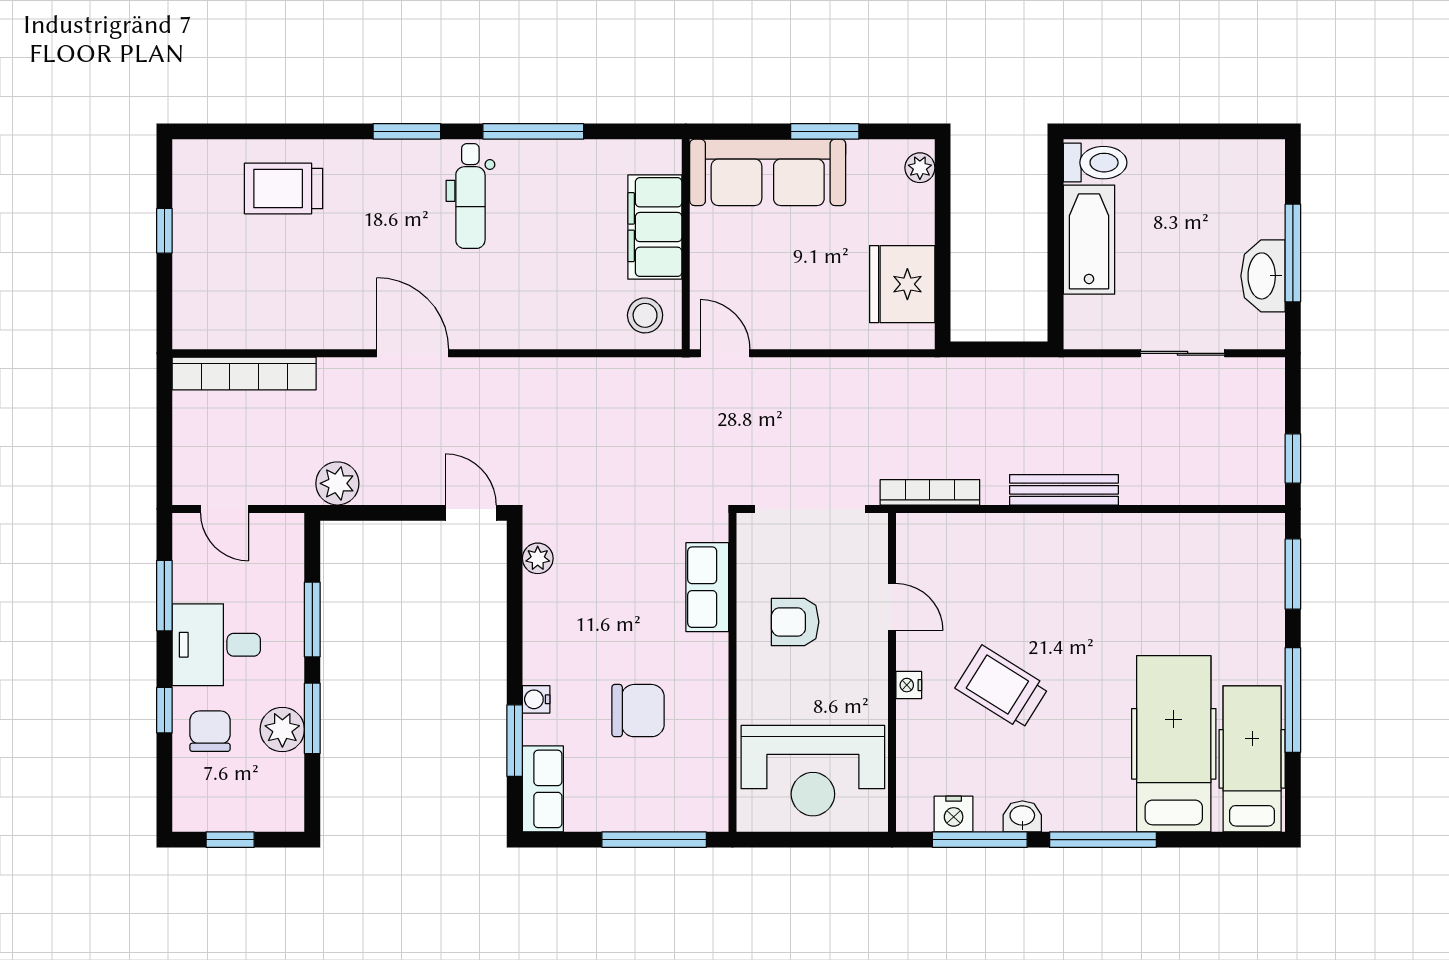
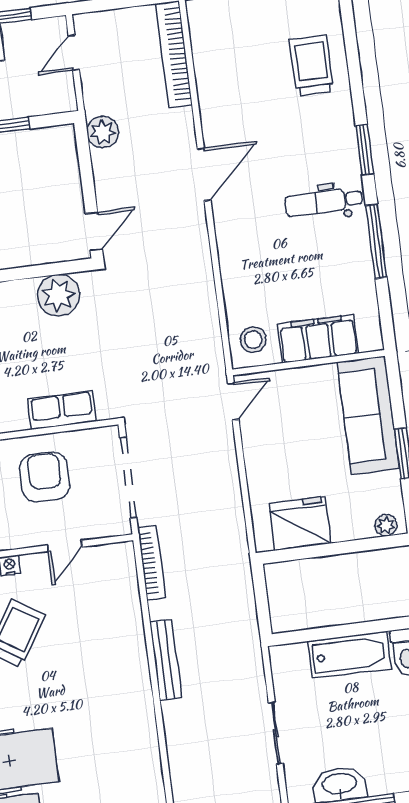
plant: (538, 558) -> (59, 295), width x1.87, depth x1.87
armchair: (795, 622) -> (45, 477), width x1.38, depth x1.38

